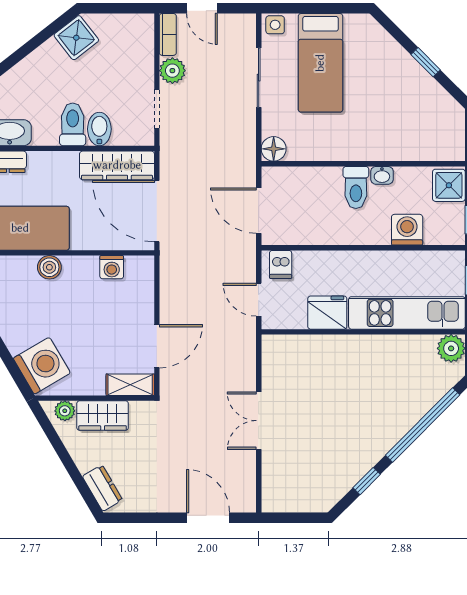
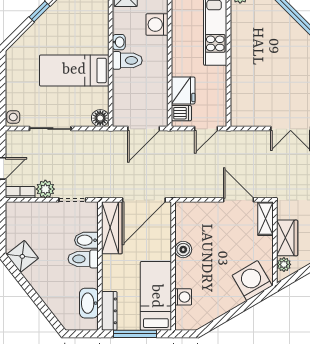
bed: (320, 63) -> (74, 70), moved, turned 180
boiler: (49, 267) -> (183, 250), moved
washing machine: (112, 267) -> (183, 297), moved
fridge: (327, 313) -> (183, 90), moved, turned 180

